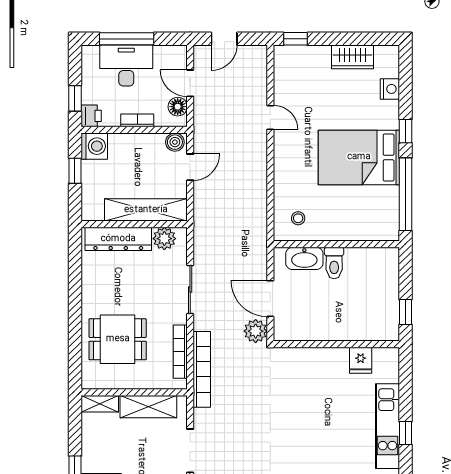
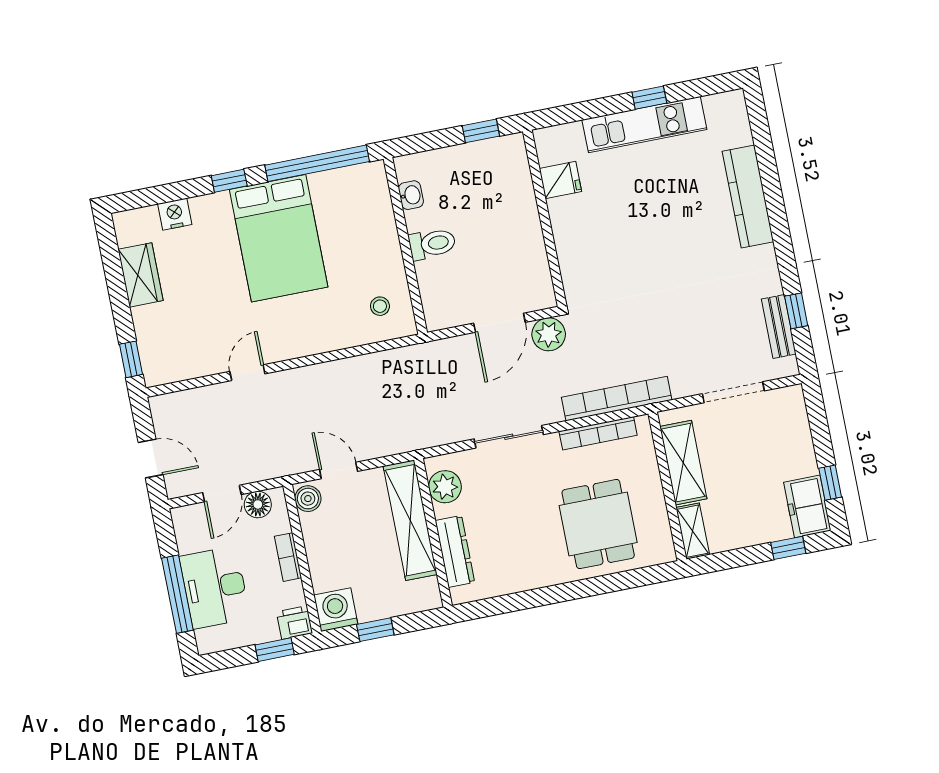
dresser: (118, 239) -> (455, 551), width x0.73, depth x0.80
washbasin: (304, 258) -> (411, 195), moved, width x0.52, depth x0.69

